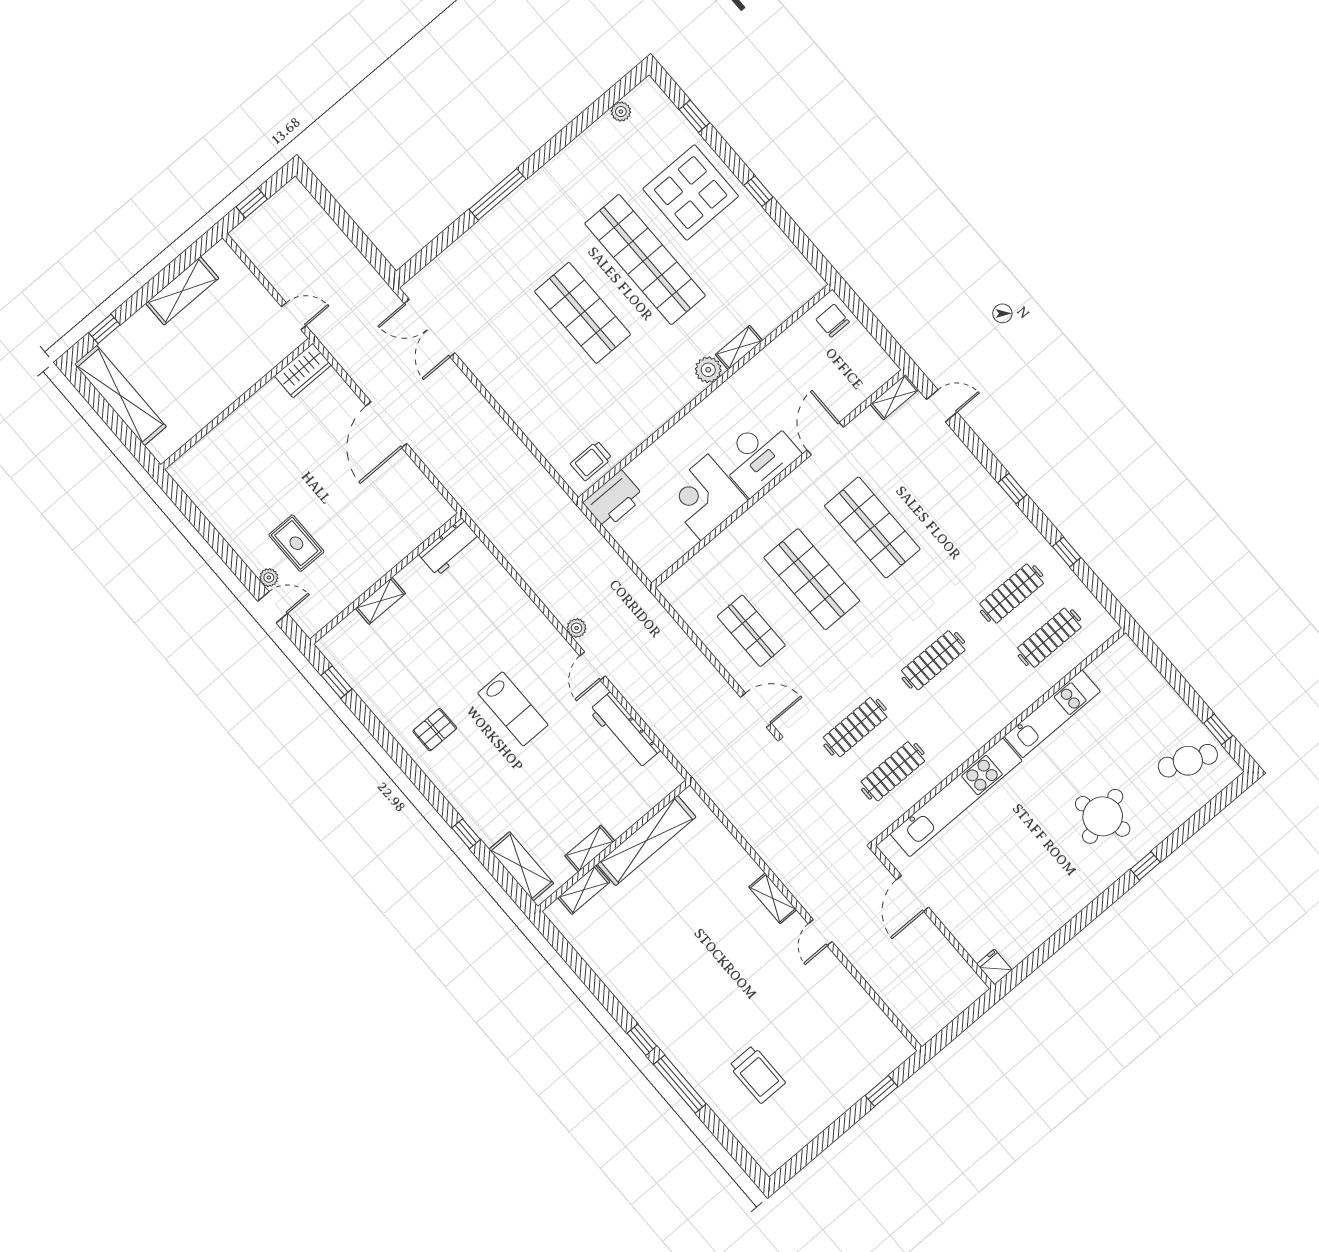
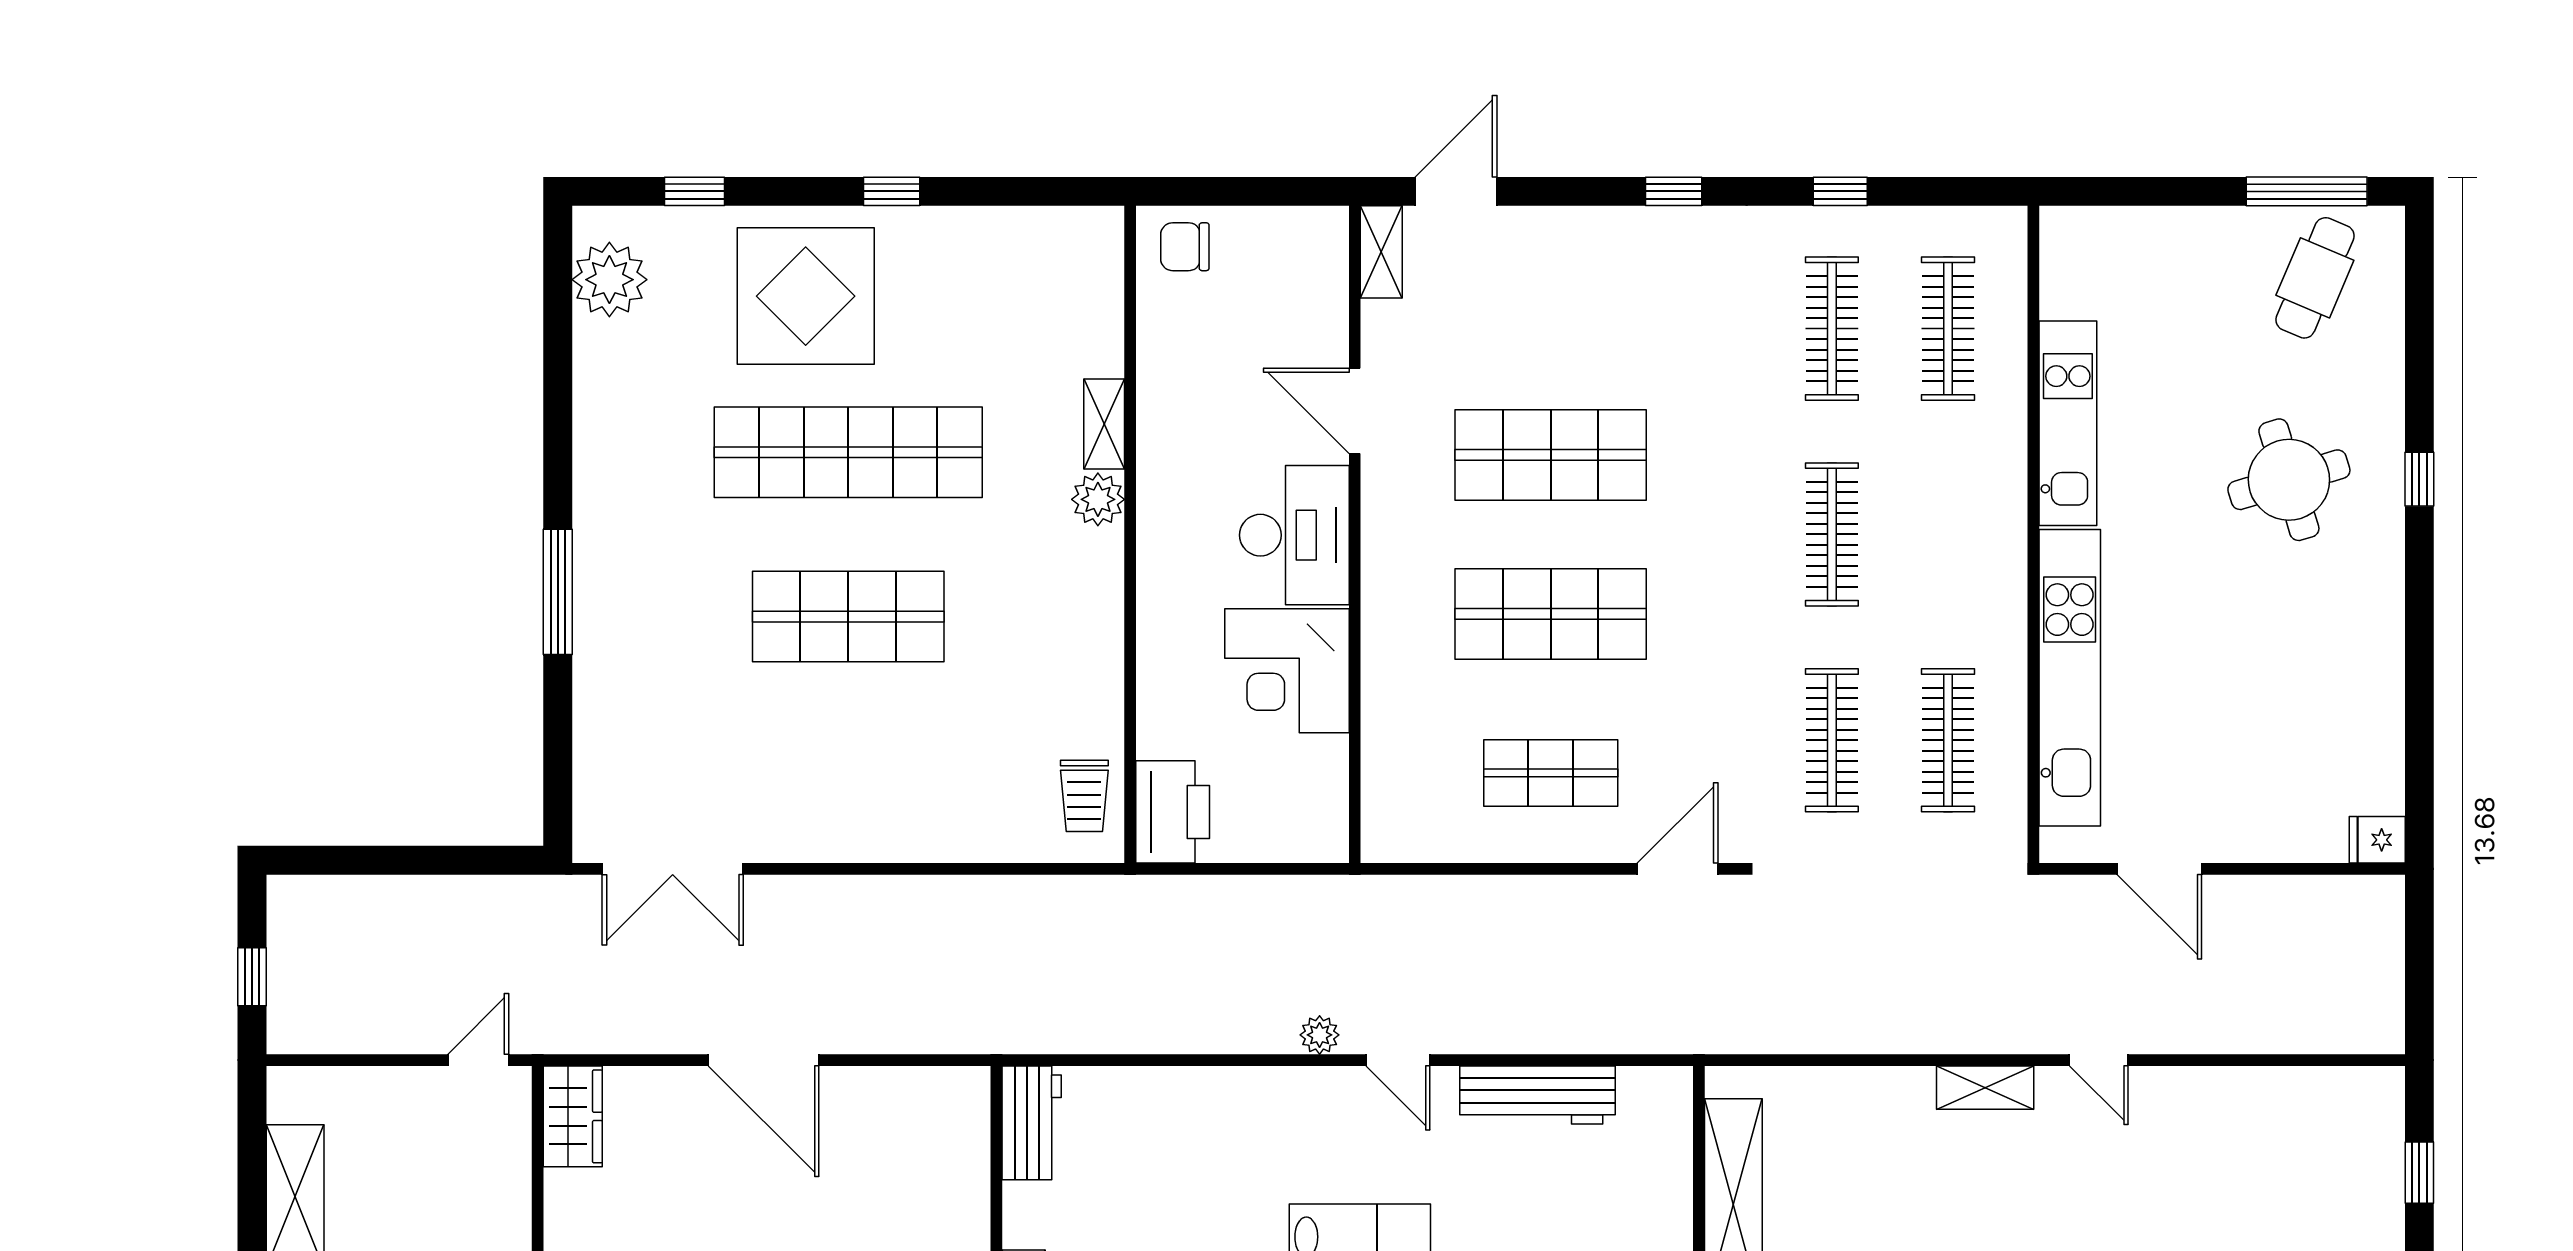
plant: (621, 112) -> (609, 280), width x1.88, depth x1.88
door: (942, 406) -> (1456, 191), width x1.38
window: (1218, 729) -> (2307, 191), width x2.17

